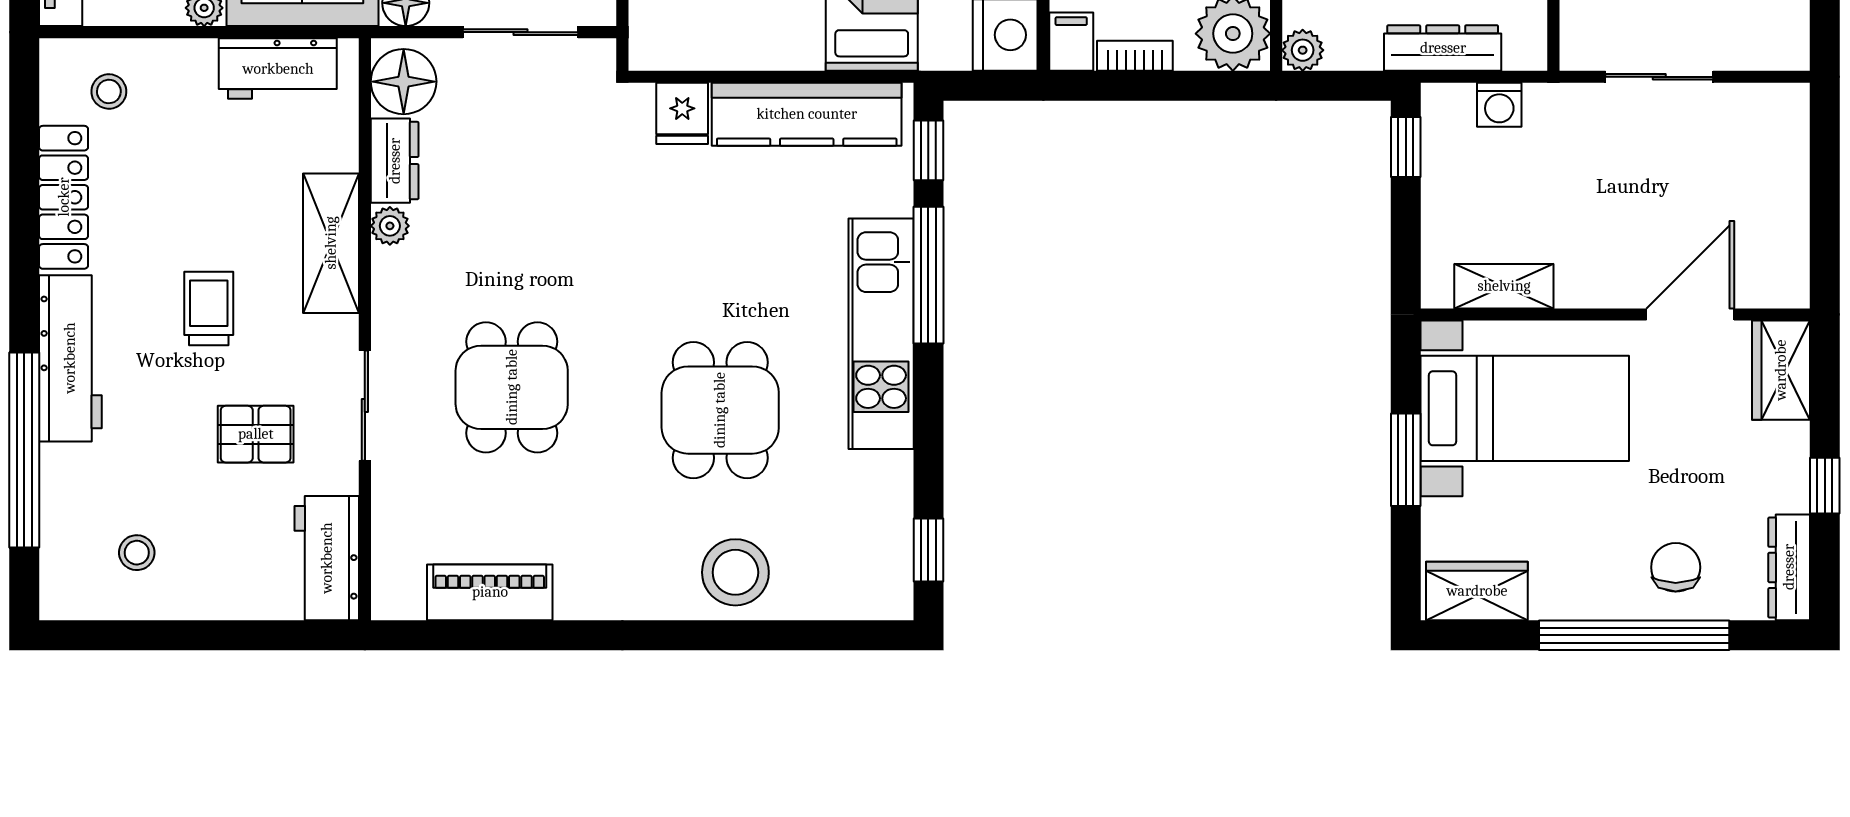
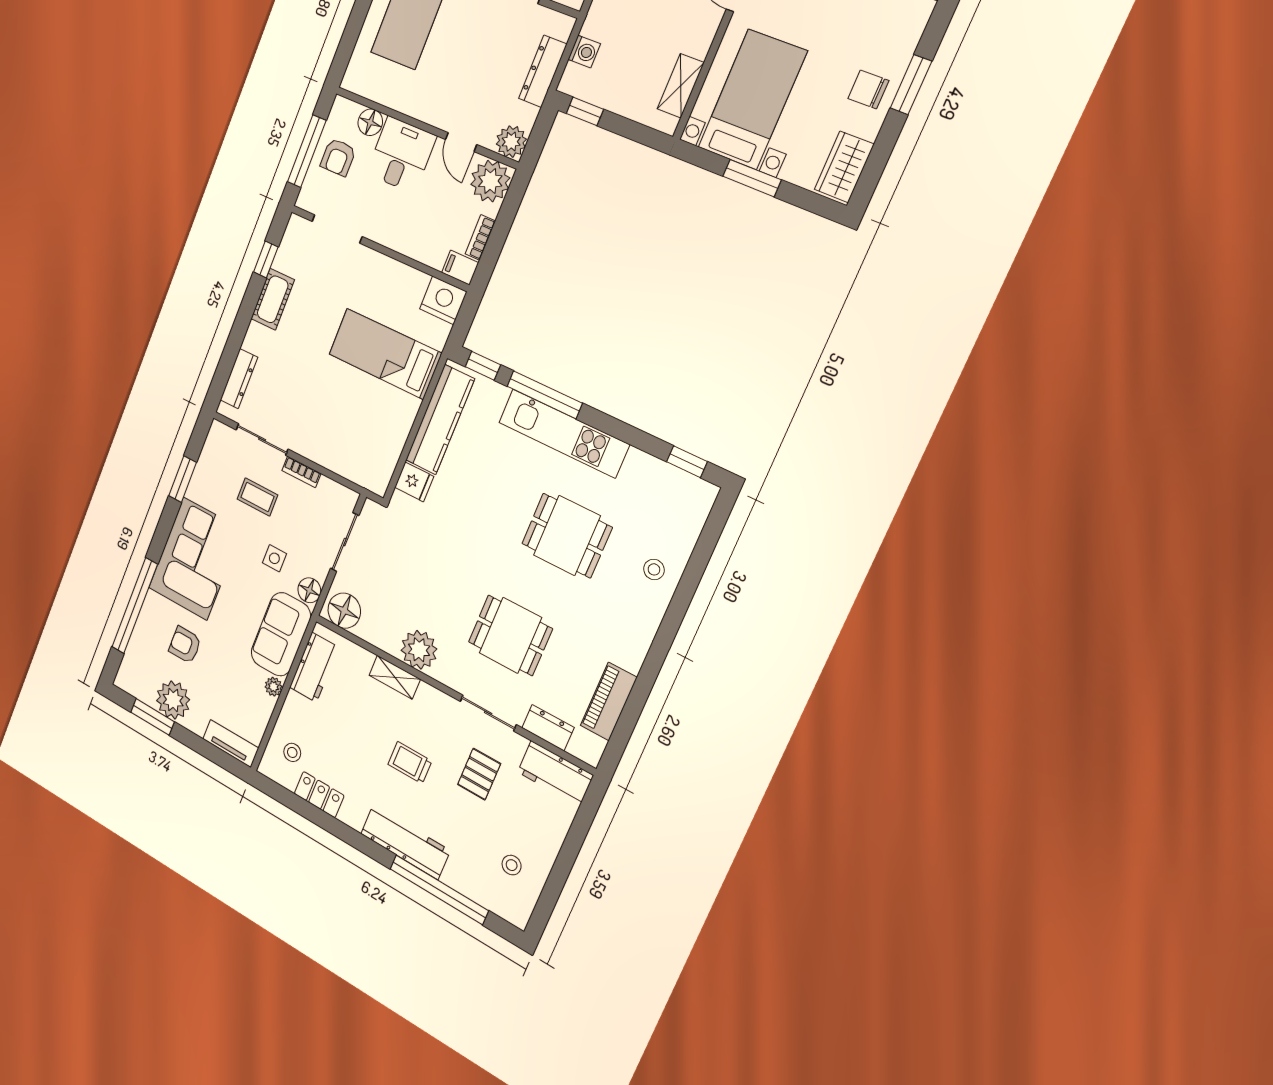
plant: (1303, 50) -> (511, 142), width x1.38, depth x1.38
dresser: (395, 161) -> (548, 728), moved
locker: (64, 197) -> (319, 795), width x0.66
plant: (390, 226) -> (419, 650), width x1.88, depth x1.88
shelving: (331, 243) -> (395, 677), width x0.67, depth x0.75
chair: (1676, 567) -> (868, 90), moved
stool: (735, 572) -> (654, 569), width x0.53, depth x0.53
window: (1634, 635) -> (911, 85), width x0.47

